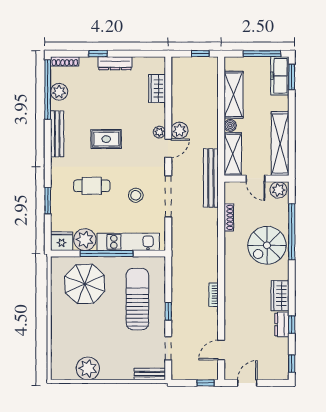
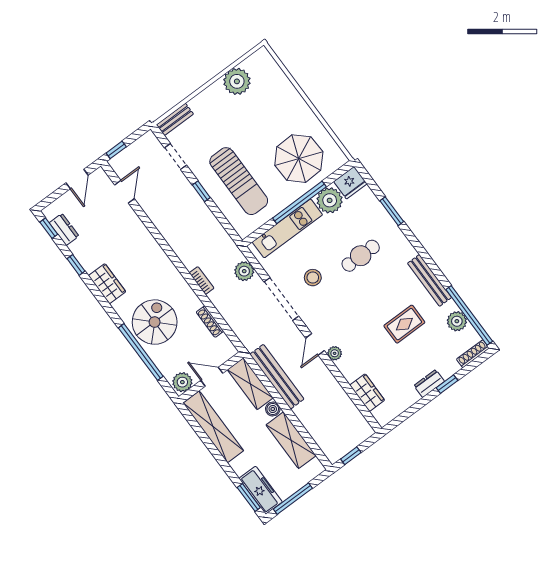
dresser: (115, 63) -> (429, 384), width x0.70
plant: (180, 130) -> (244, 271), moved
rug: (106, 139) -> (404, 324), moved
bench: (211, 178) -> (277, 377), moved
bookcase: (214, 295) -> (202, 281), moved
dresser: (282, 324) -> (64, 229), moved

